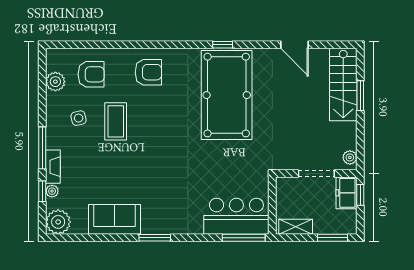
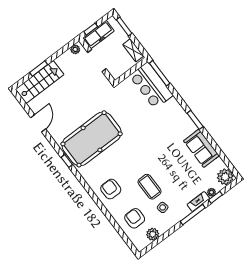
coffee table: (116, 121) -> (149, 187), turned 90
freezer: (346, 193) -> (98, 35), width x1.40

